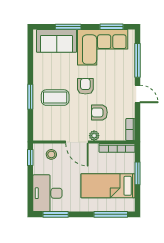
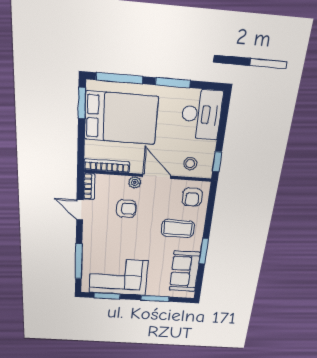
sofa: (57, 41) -> (185, 271), moved, turned -90
armchair: (85, 86) -> (192, 197), moved
door: (138, 94) -> (80, 210), moved
window: (30, 97) -> (204, 251), moved
window: (138, 173) -> (82, 103), moved
bed: (108, 186) -> (121, 118), width x1.50
window: (56, 214) -> (173, 83), moved

